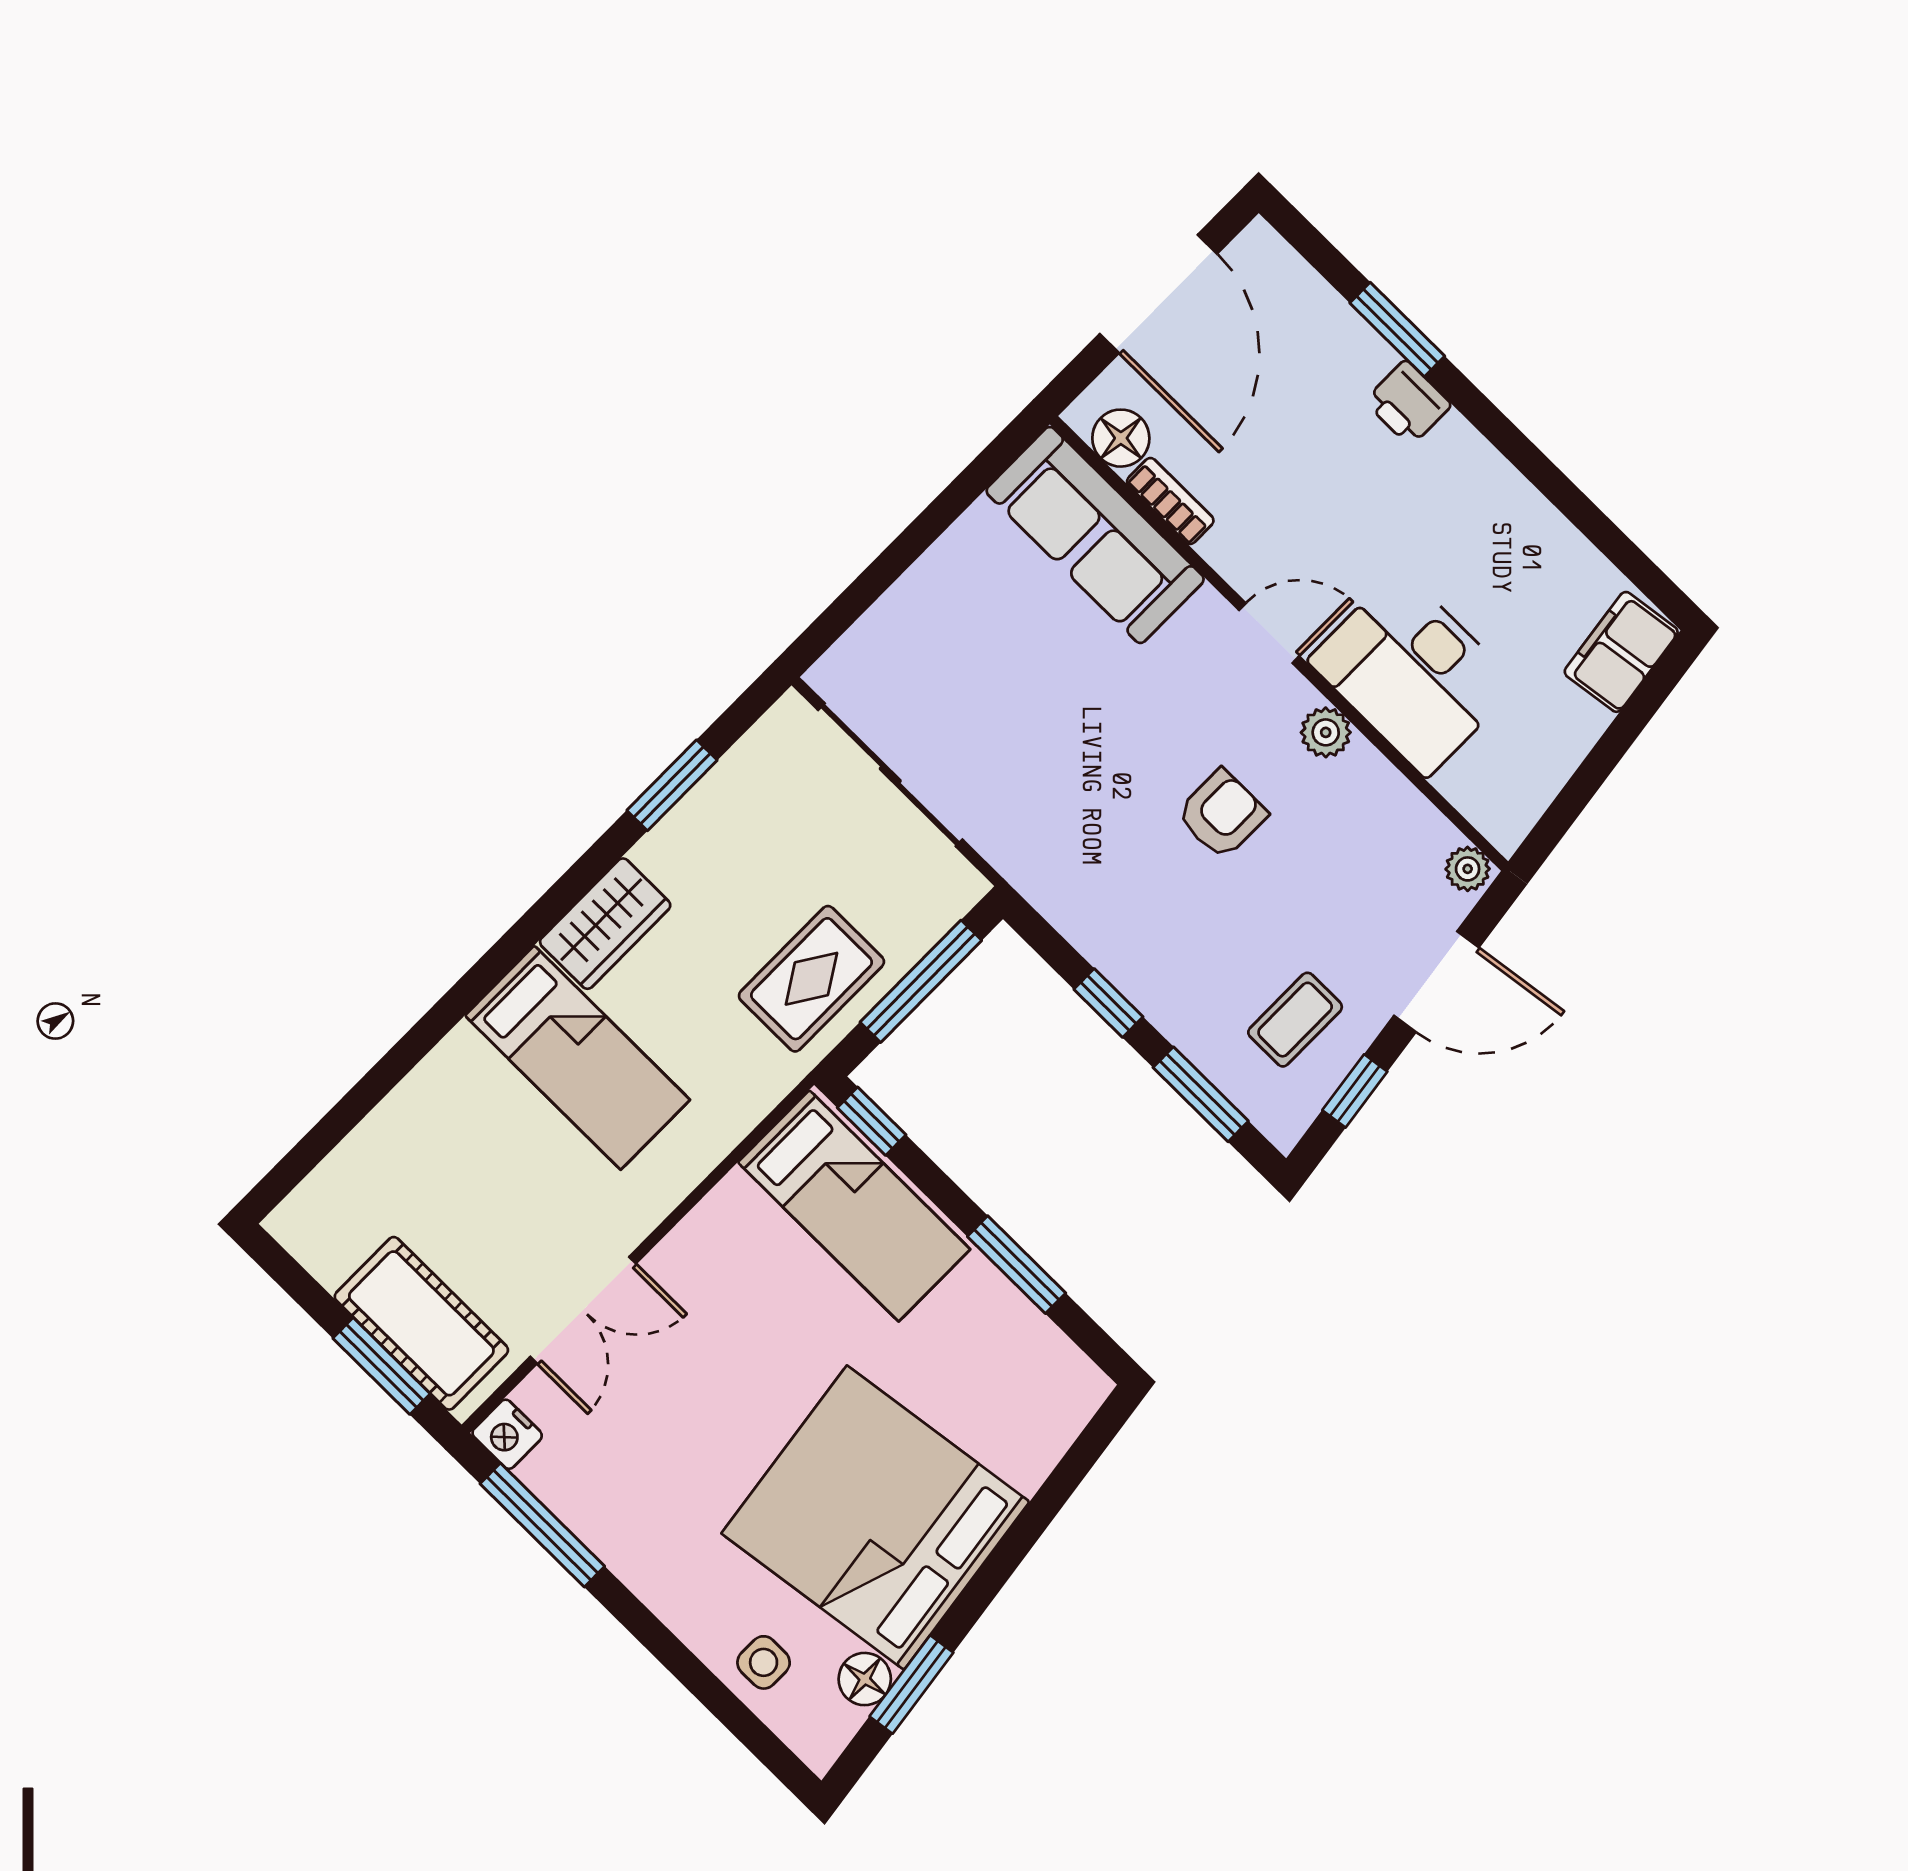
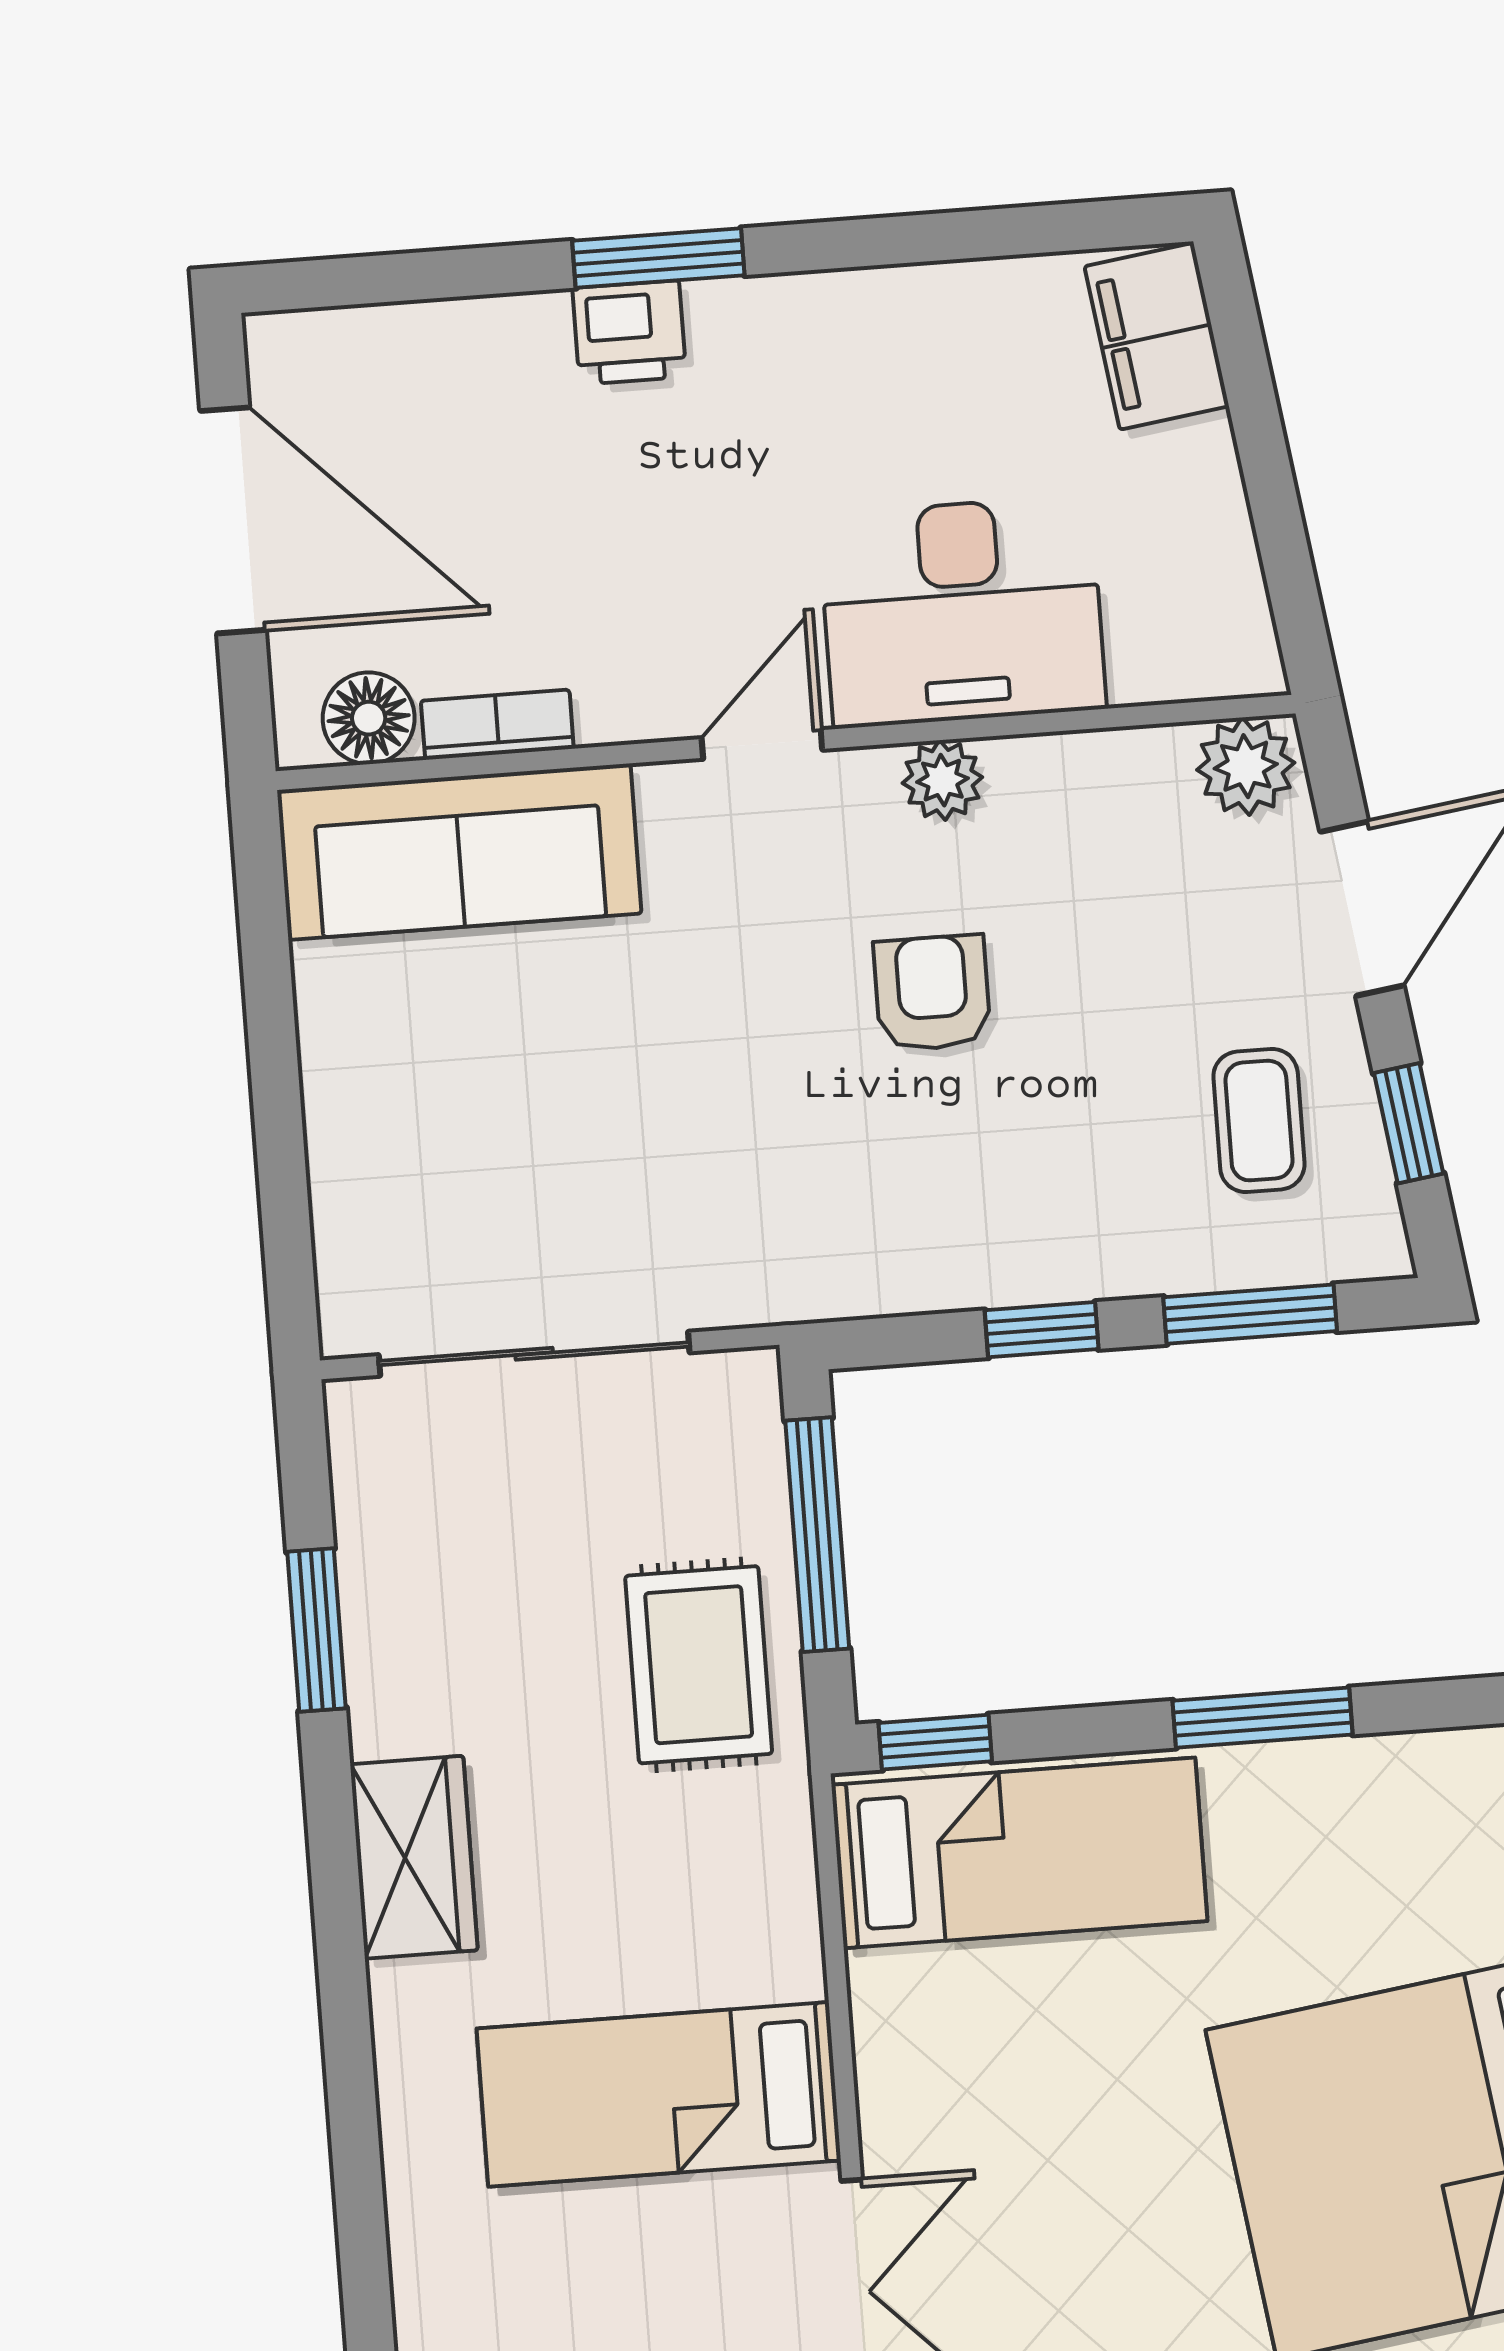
window: (1397, 329) -> (658, 258), moved
plant: (1468, 869) -> (1246, 766), width x1.38, depth x1.38
bed: (577, 1058) -> (659, 2094), moved, turned 180

